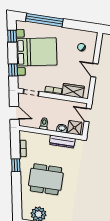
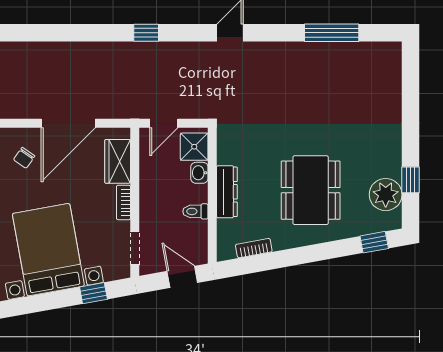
window: (12, 36) -> (23, 306), removed
door: (94, 70) -> (68, 123), width x1.88
door: (14, 113) -> (182, 277), hinge flipped
dresser: (62, 142) -> (227, 192), moved
window: (16, 165) -> (374, 242), moved

